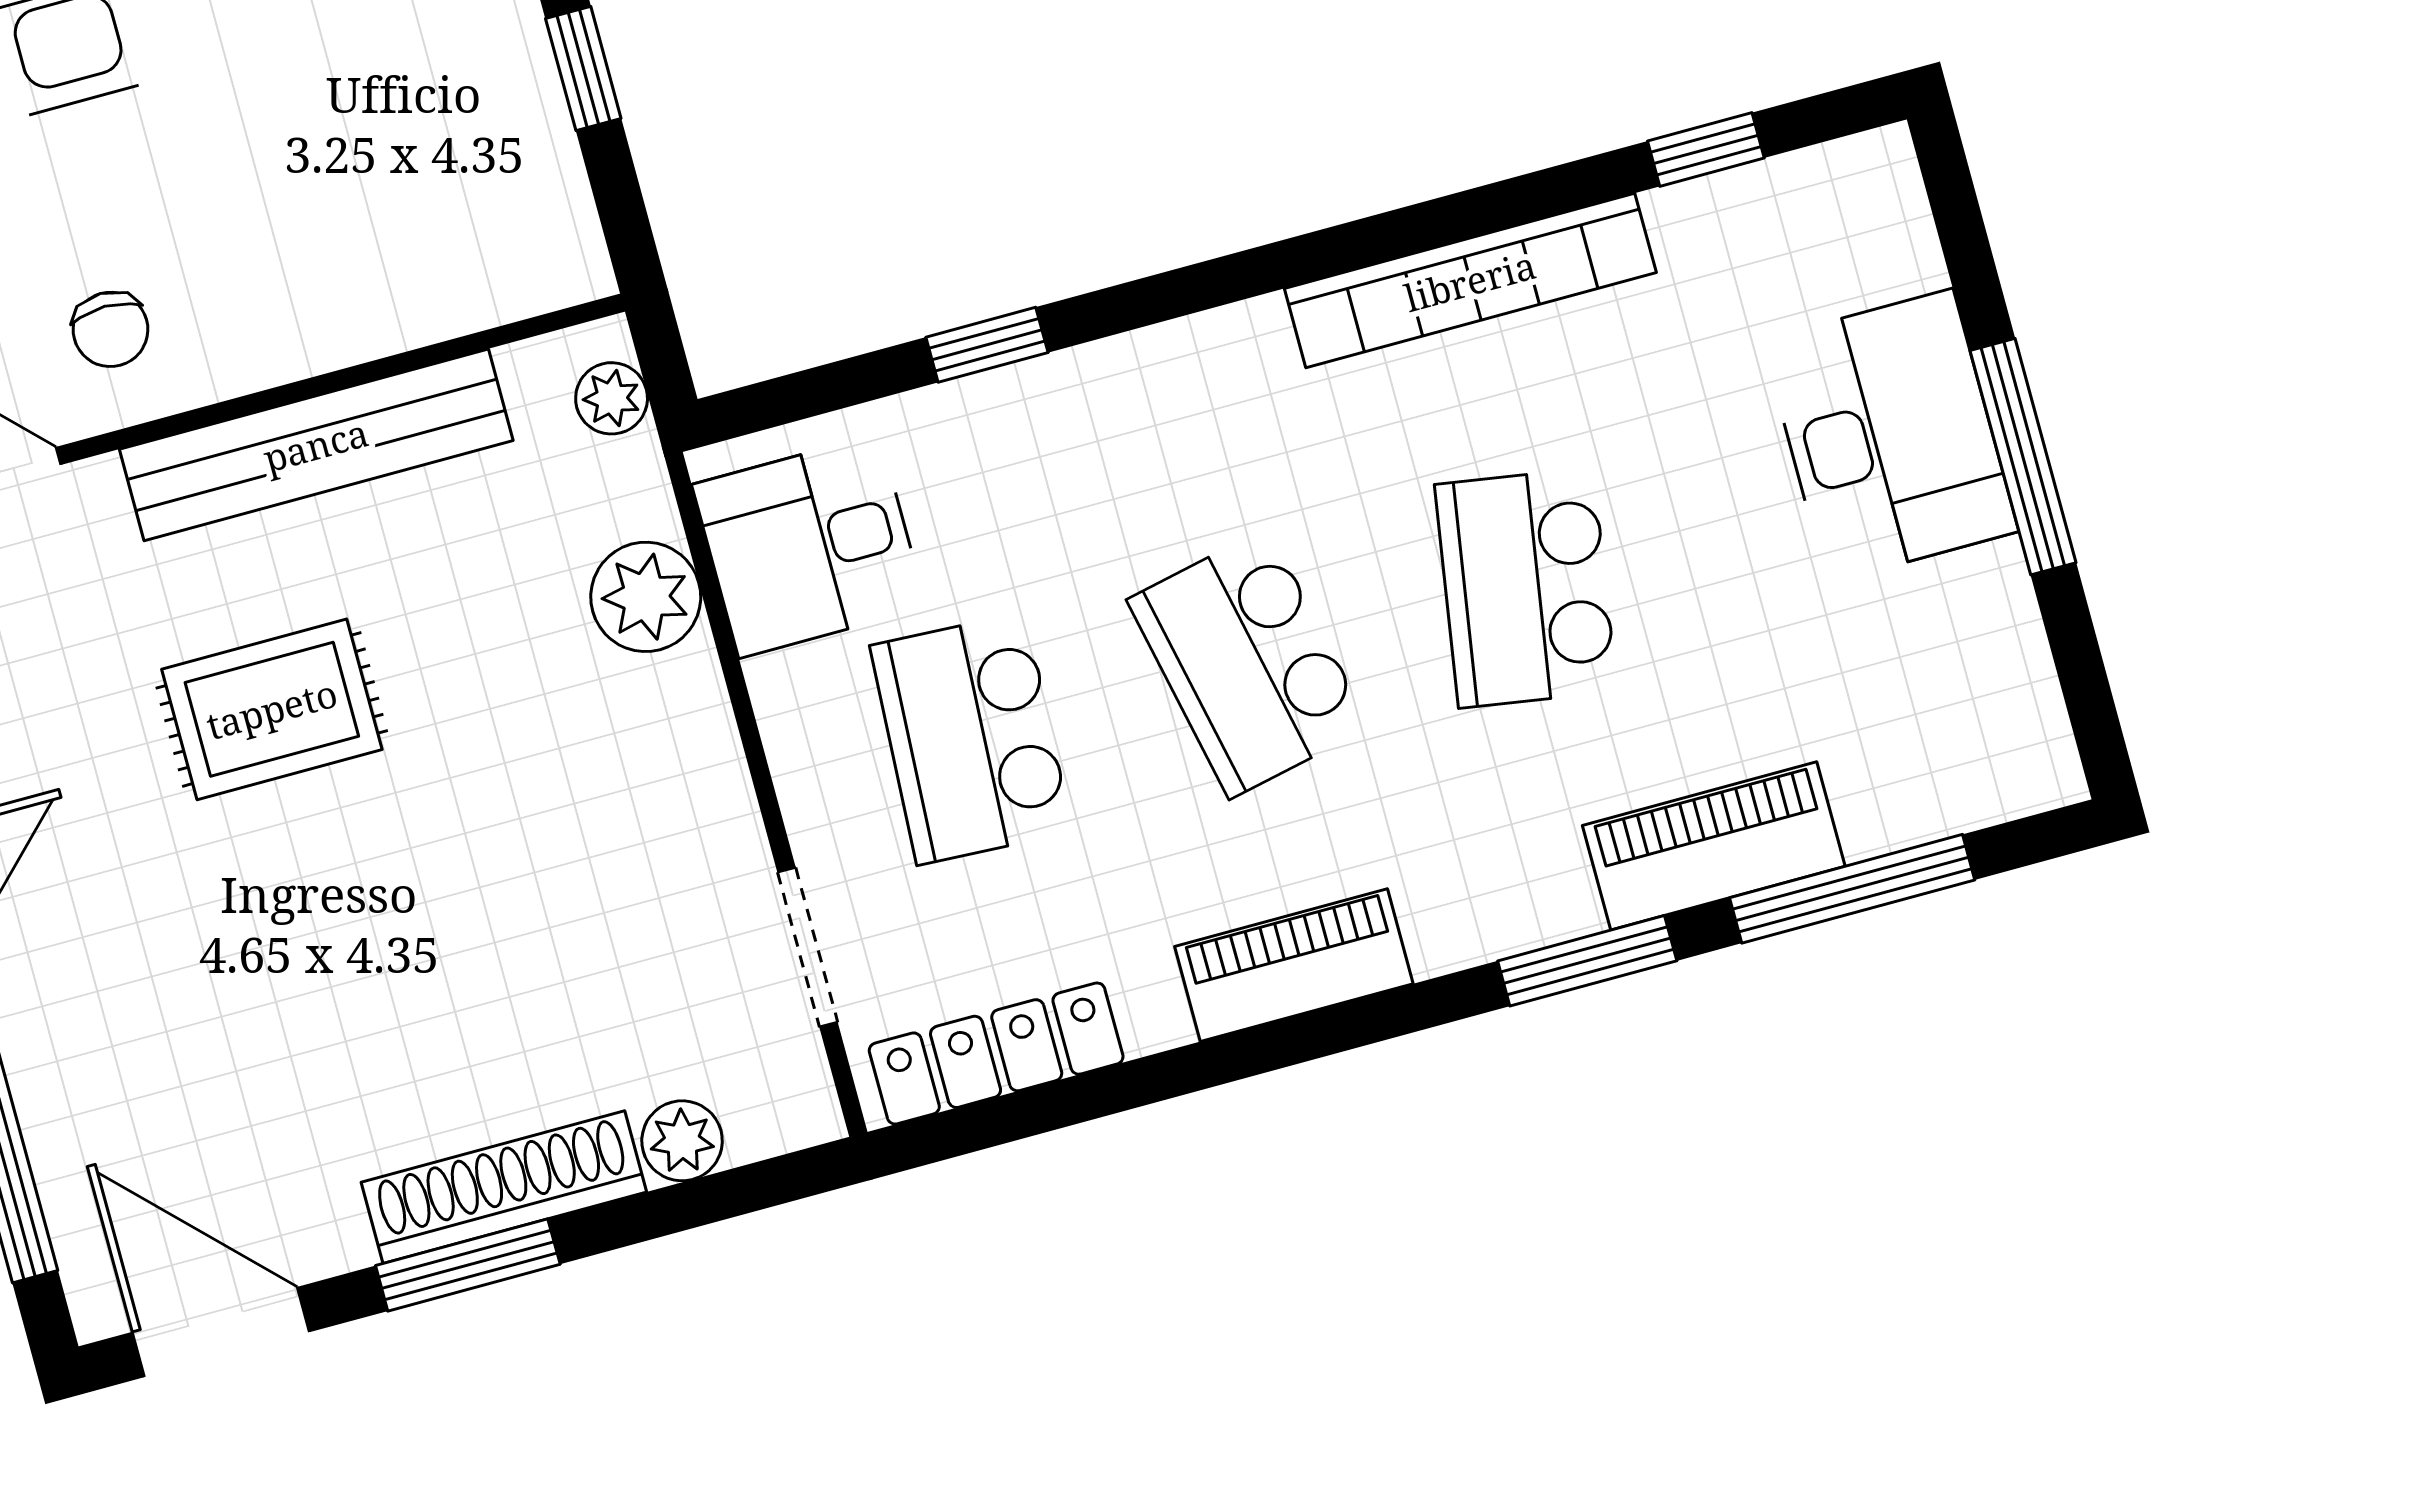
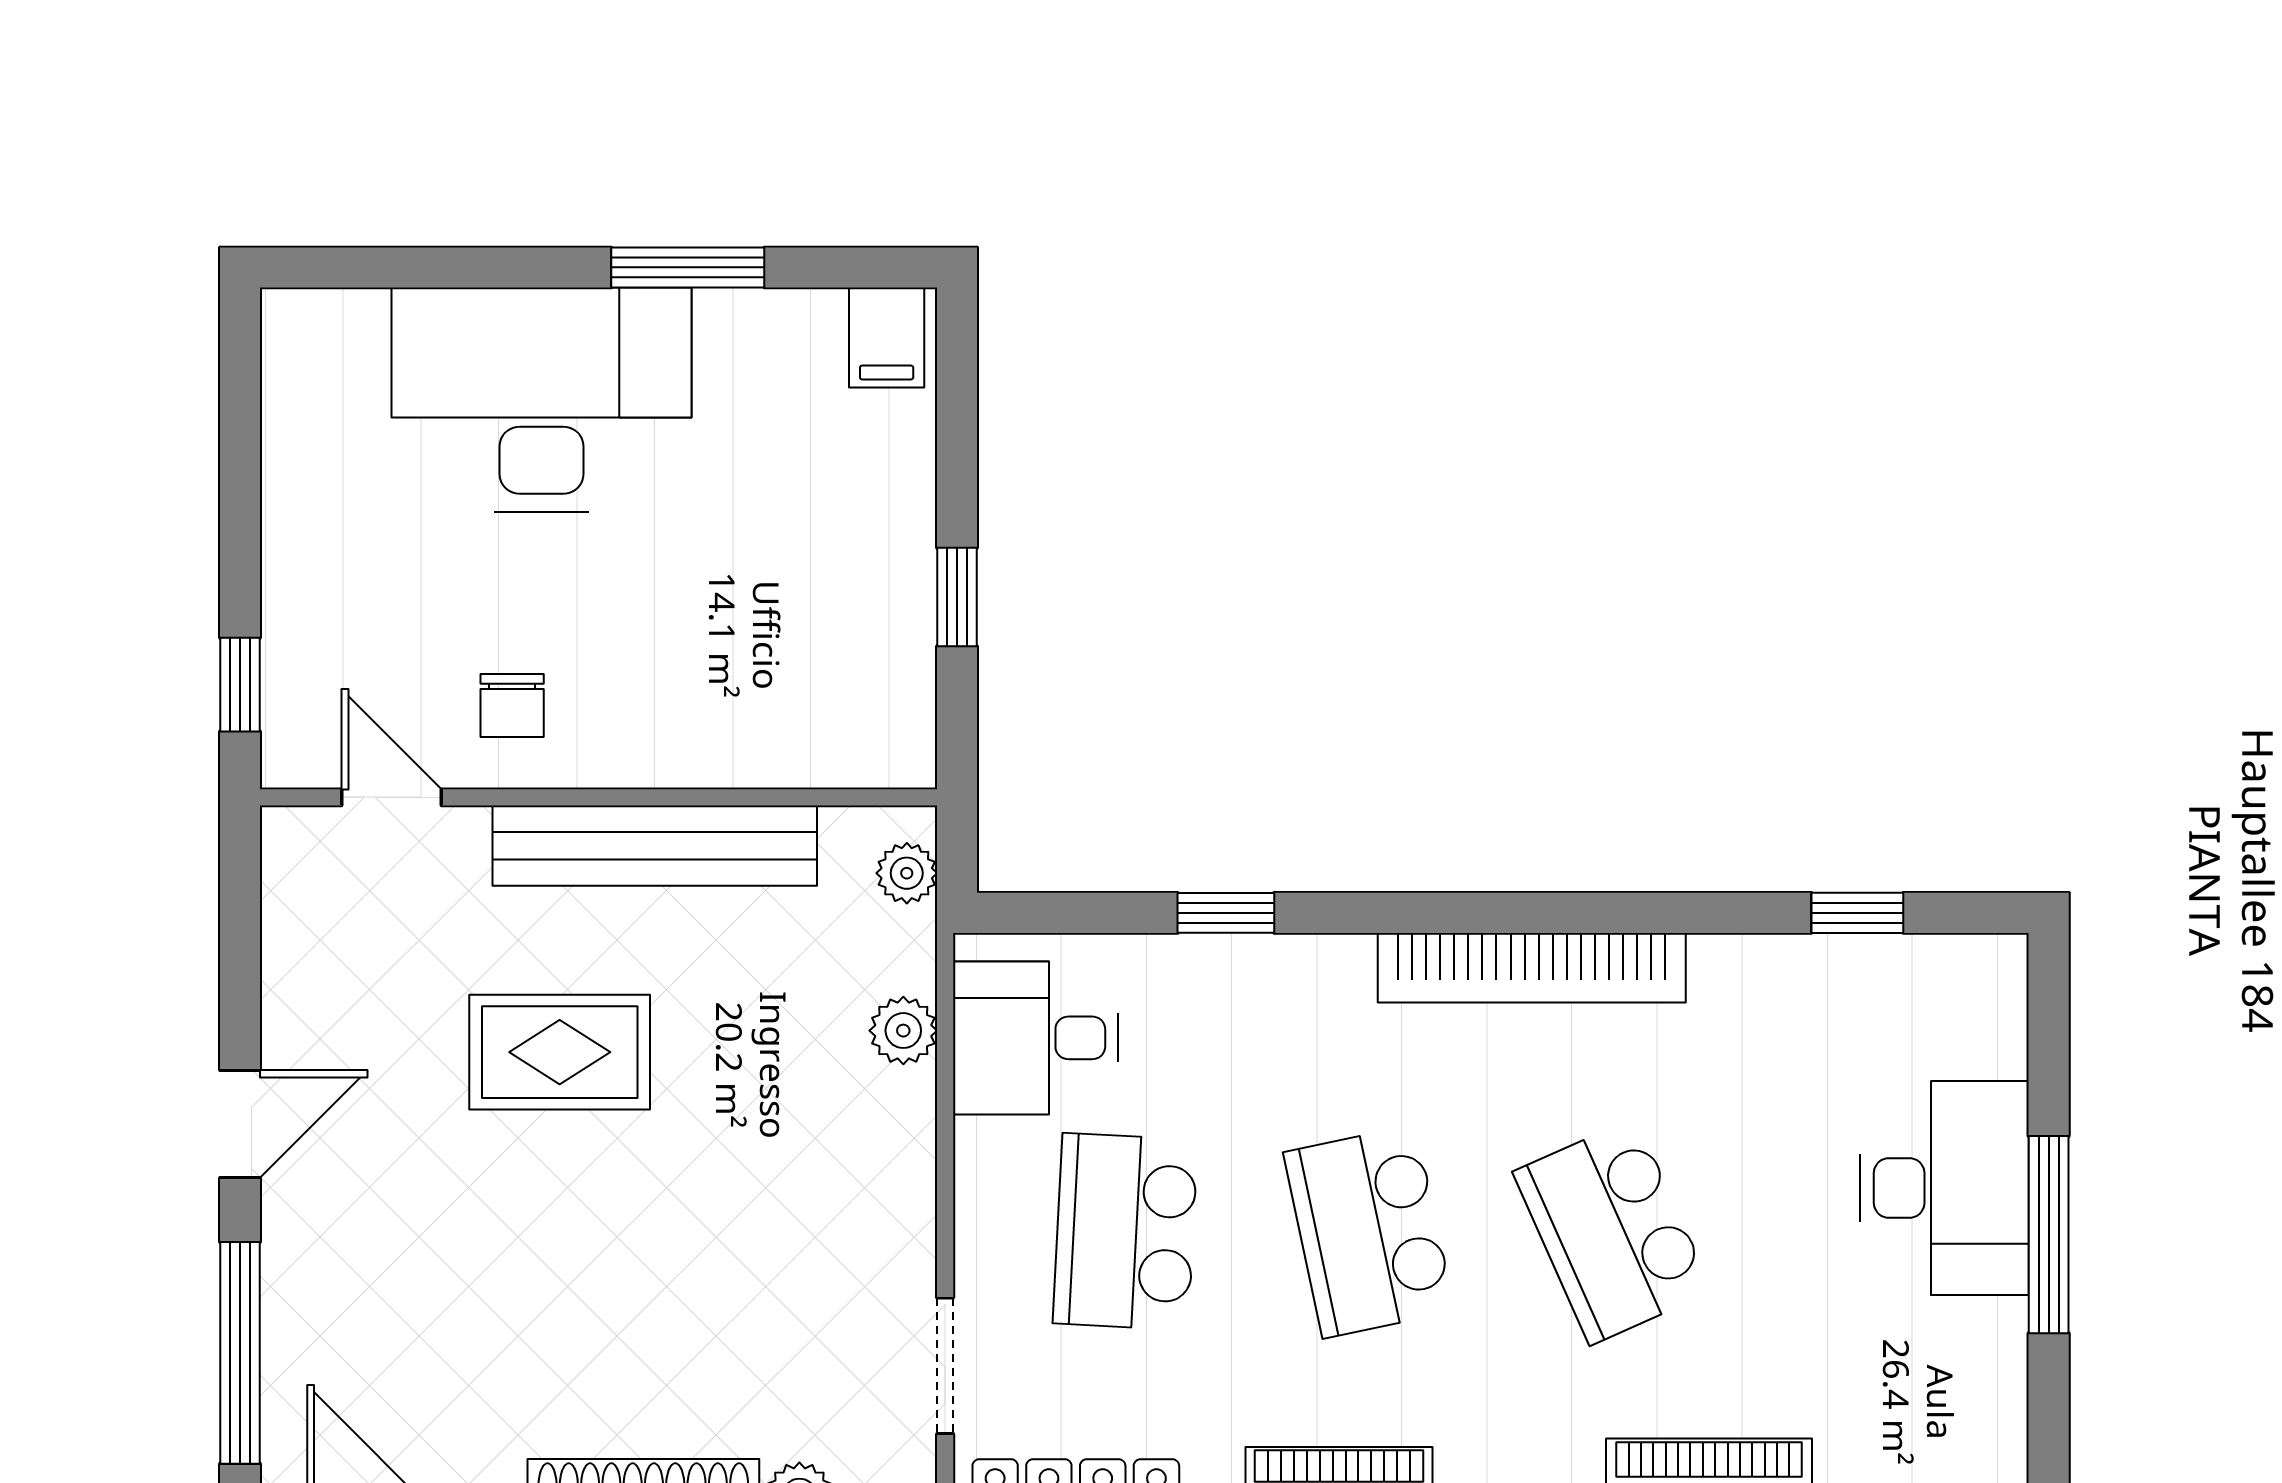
bookcase: (1470, 281) -> (1532, 968), moved
school desk: (1526, 588) -> (1613, 1232), turned -33
plant: (646, 597) -> (903, 1031), width x0.73, depth x0.73

